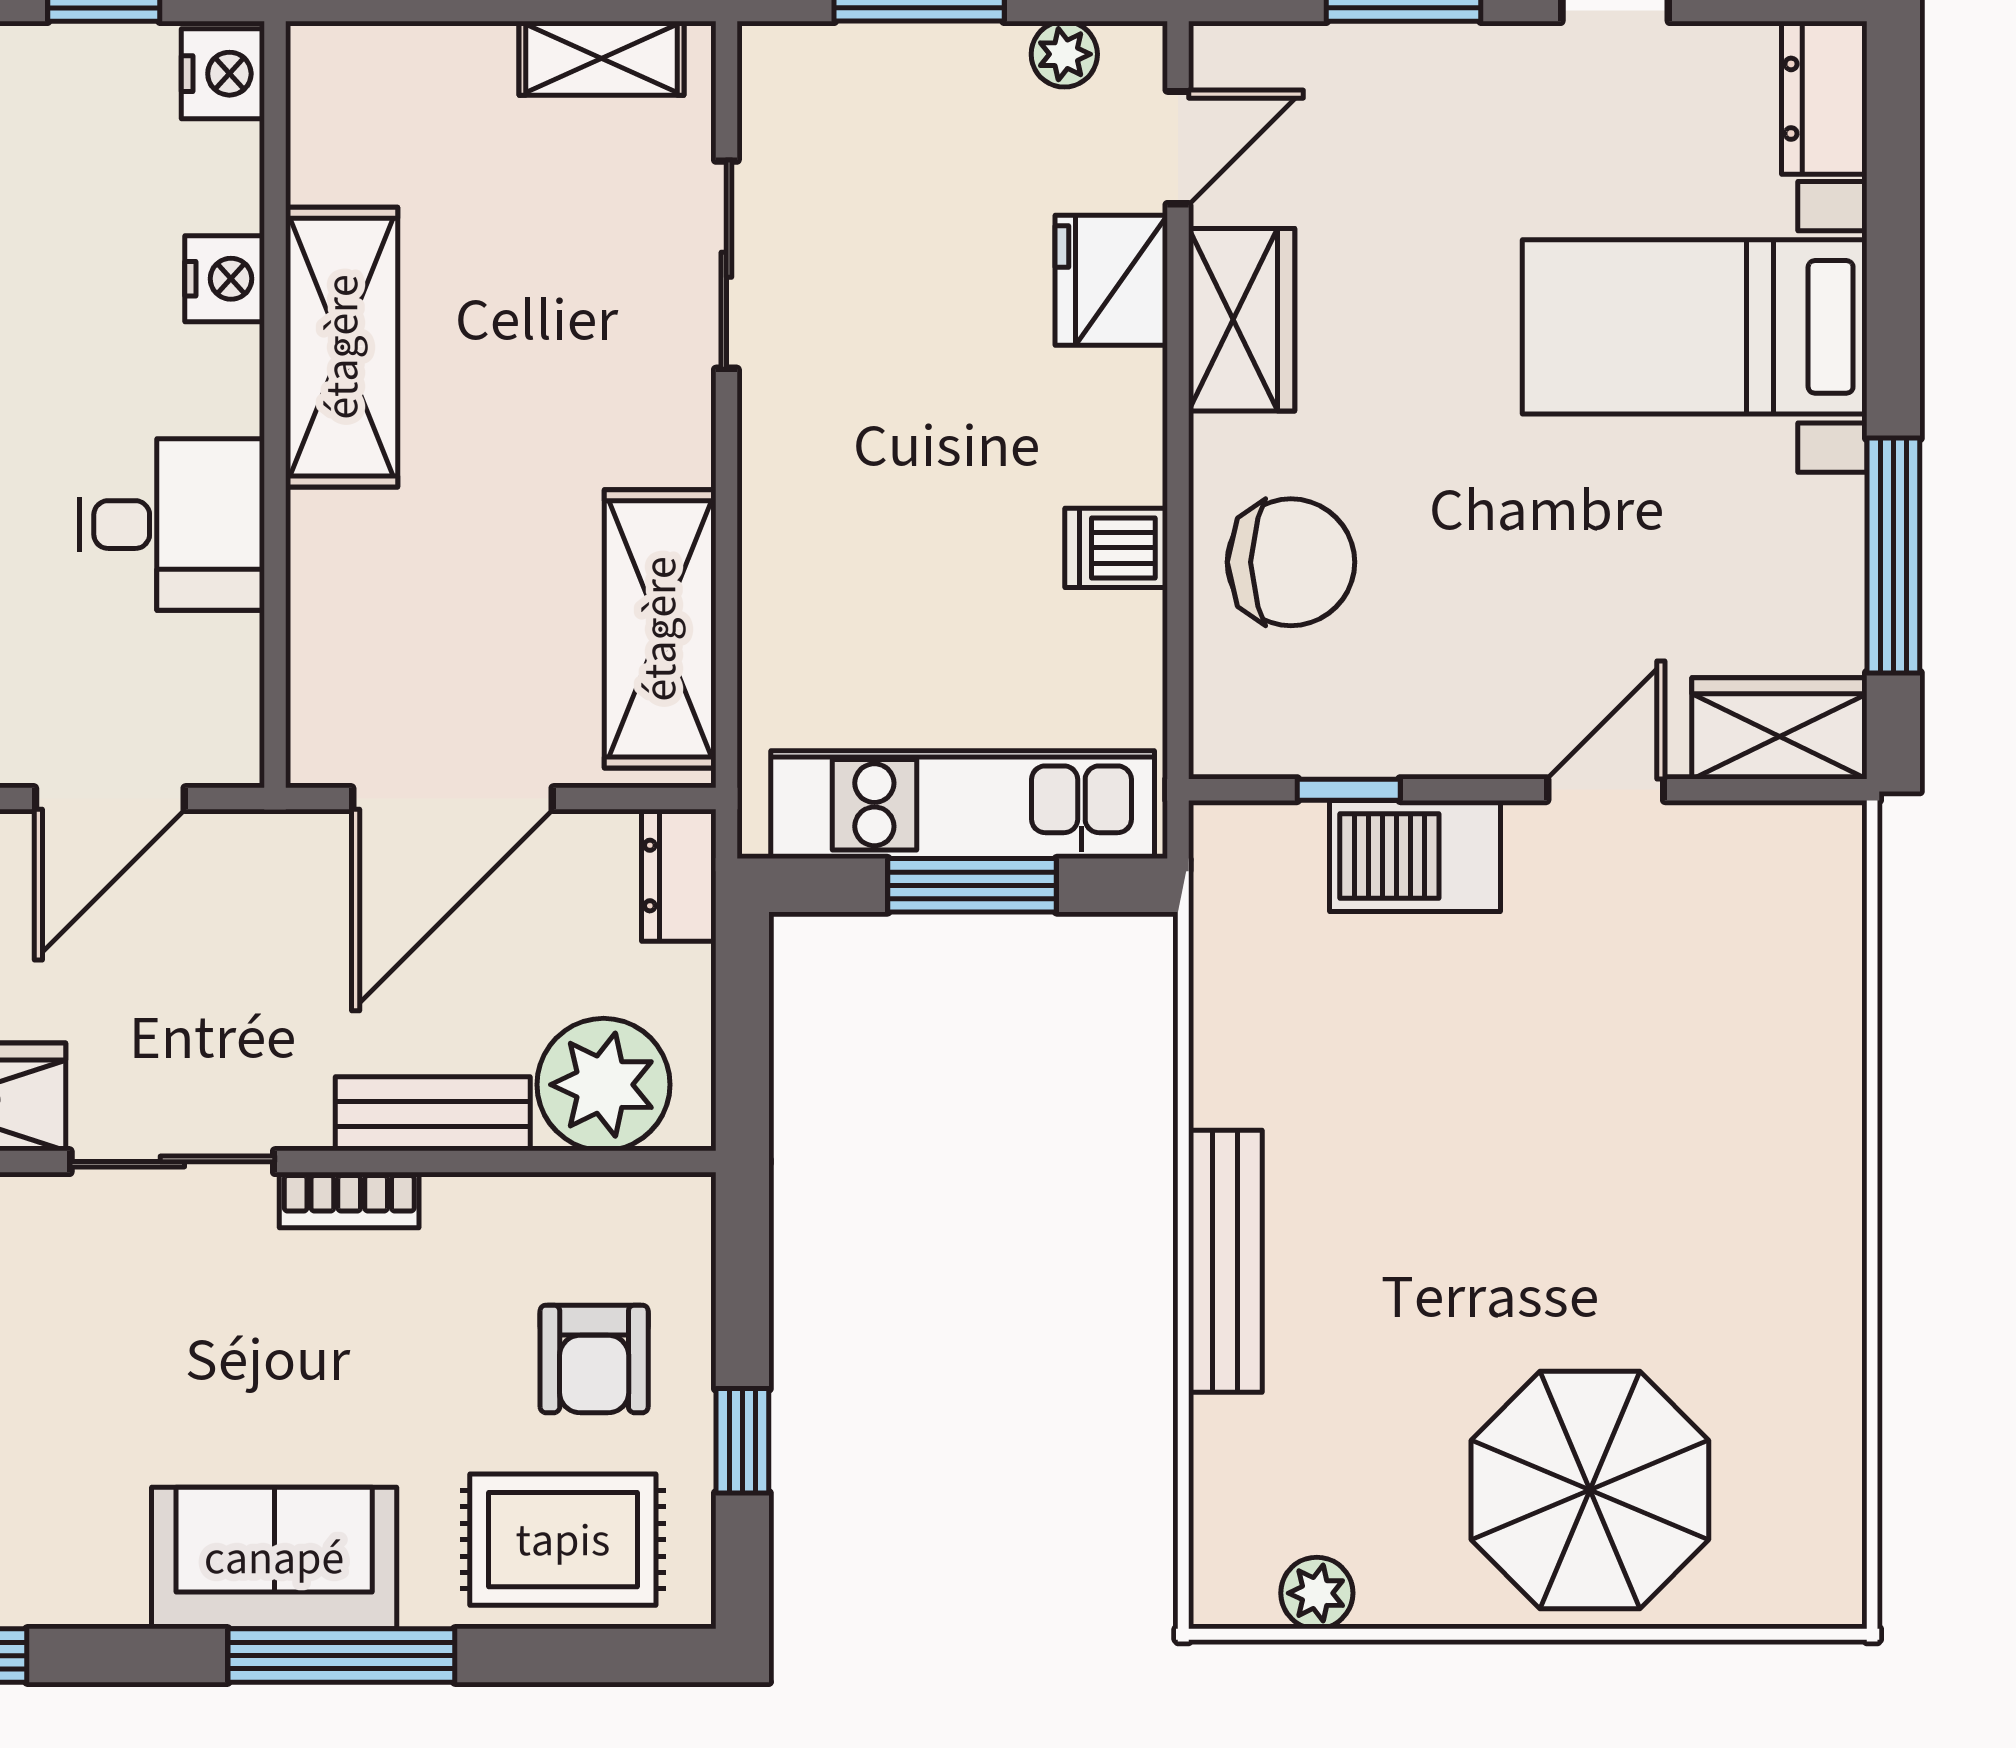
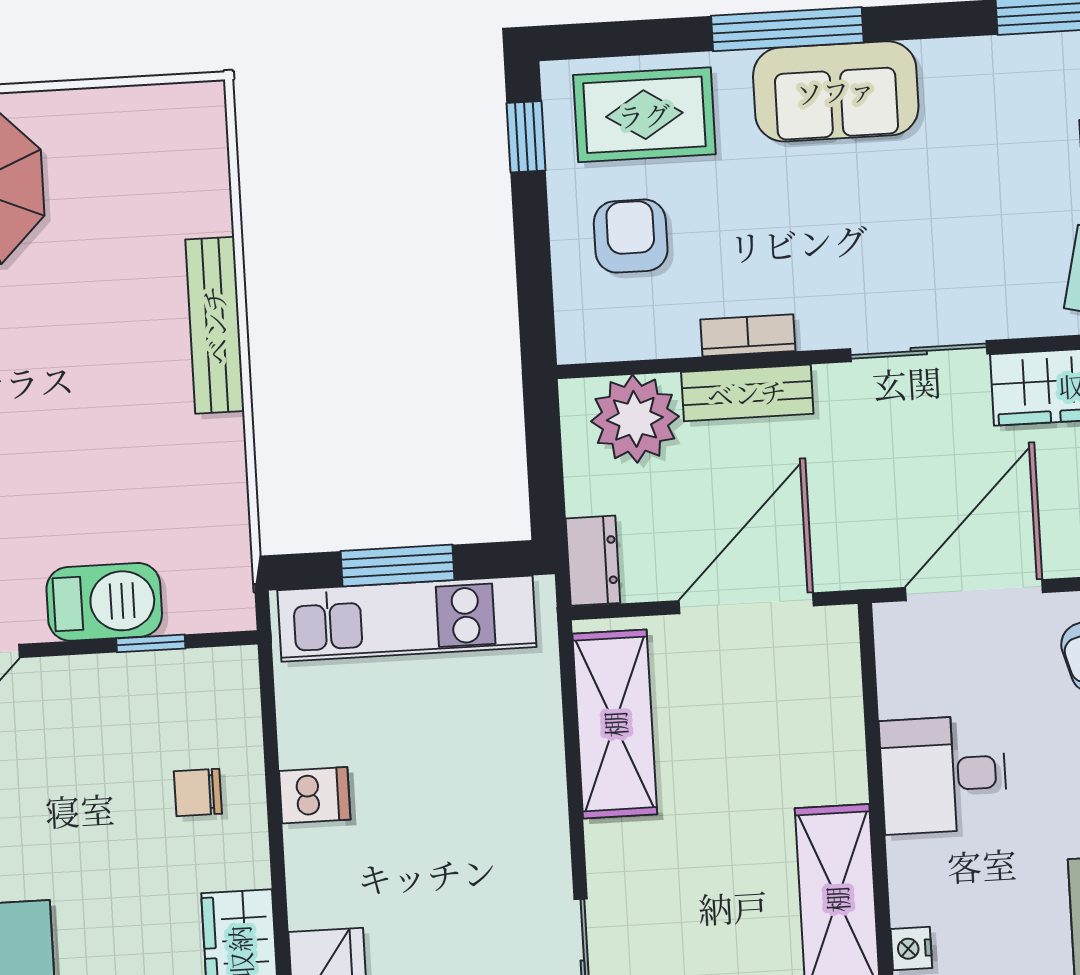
nightstand: (225, 279) -> (911, 948), width x0.72, depth x0.74
chair: (1291, 562) -> (198, 792), width x0.54, depth x0.54
door: (110, 799) -> (974, 590), width x1.36
bookcase: (349, 1200) -> (748, 335), moved
window: (742, 1441) -> (526, 137), moved
plant: (1317, 1593) -> (141, 108), removed

